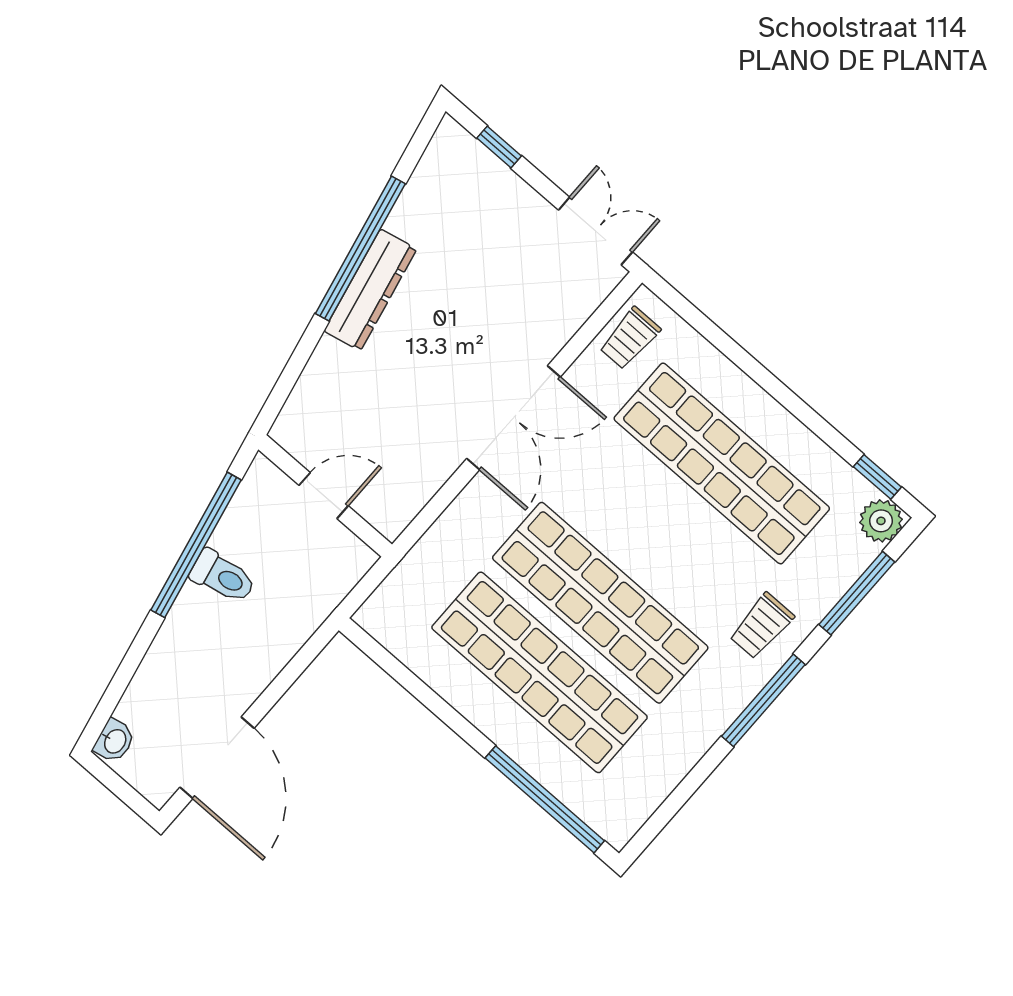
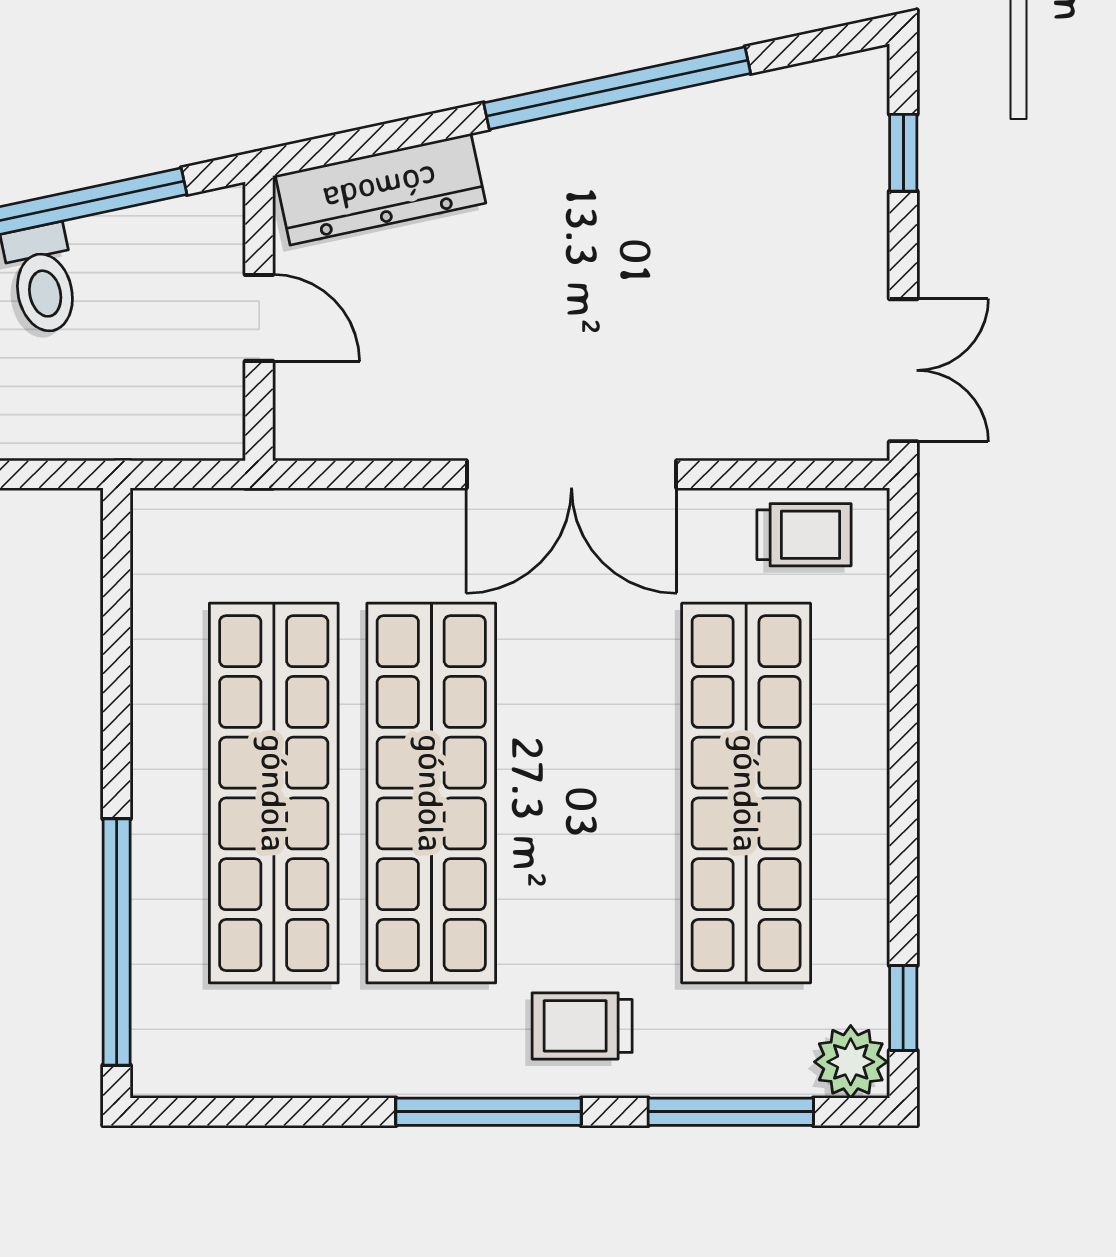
dresser: (370, 290) -> (380, 189), moved
trolley: (630, 338) -> (804, 535), turned 180

